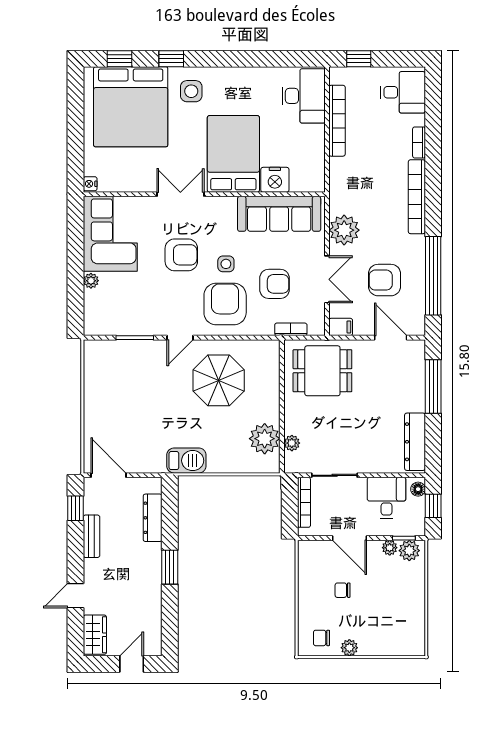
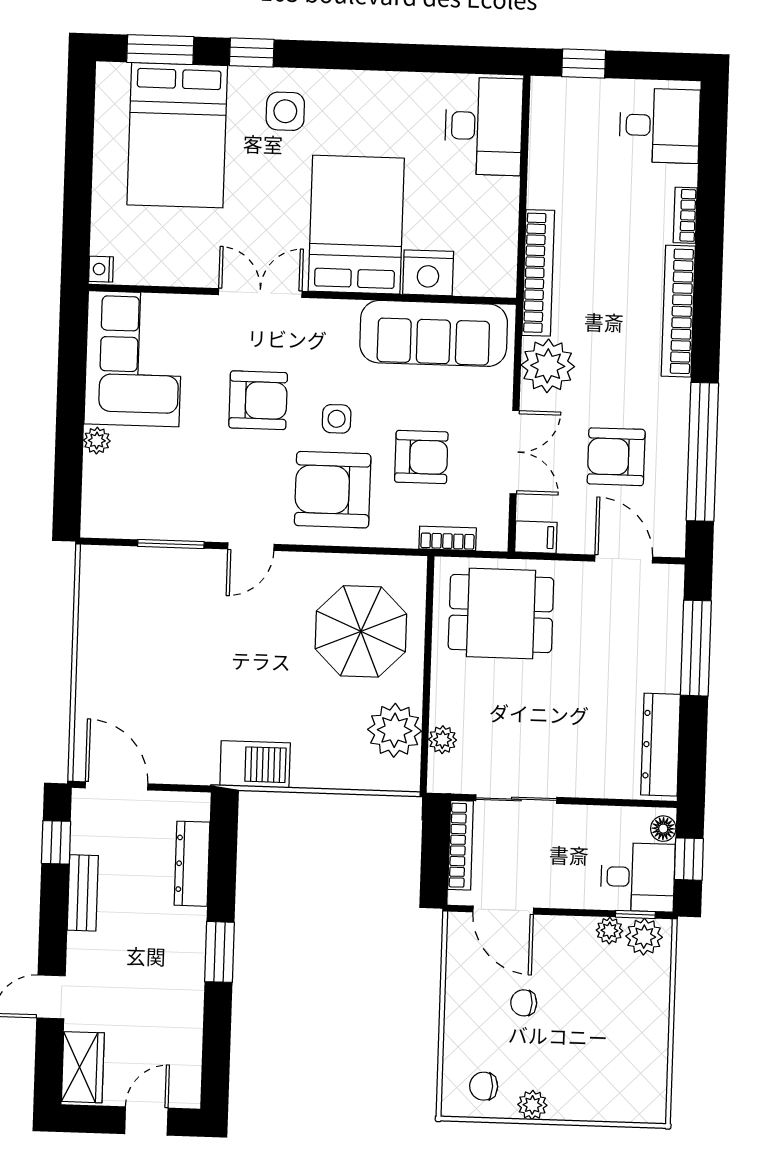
window: (119, 59) -> (160, 50), width x1.50
bed: (131, 107) -> (177, 135), width x0.73
bookcase: (337, 121) -> (538, 273), moved
armchair: (225, 304) -> (333, 490), turned -90
parasol: (219, 380) -> (361, 631), moved
desk: (387, 498) -> (638, 877), moved, turned 90
door: (349, 538) -> (503, 910), moved

